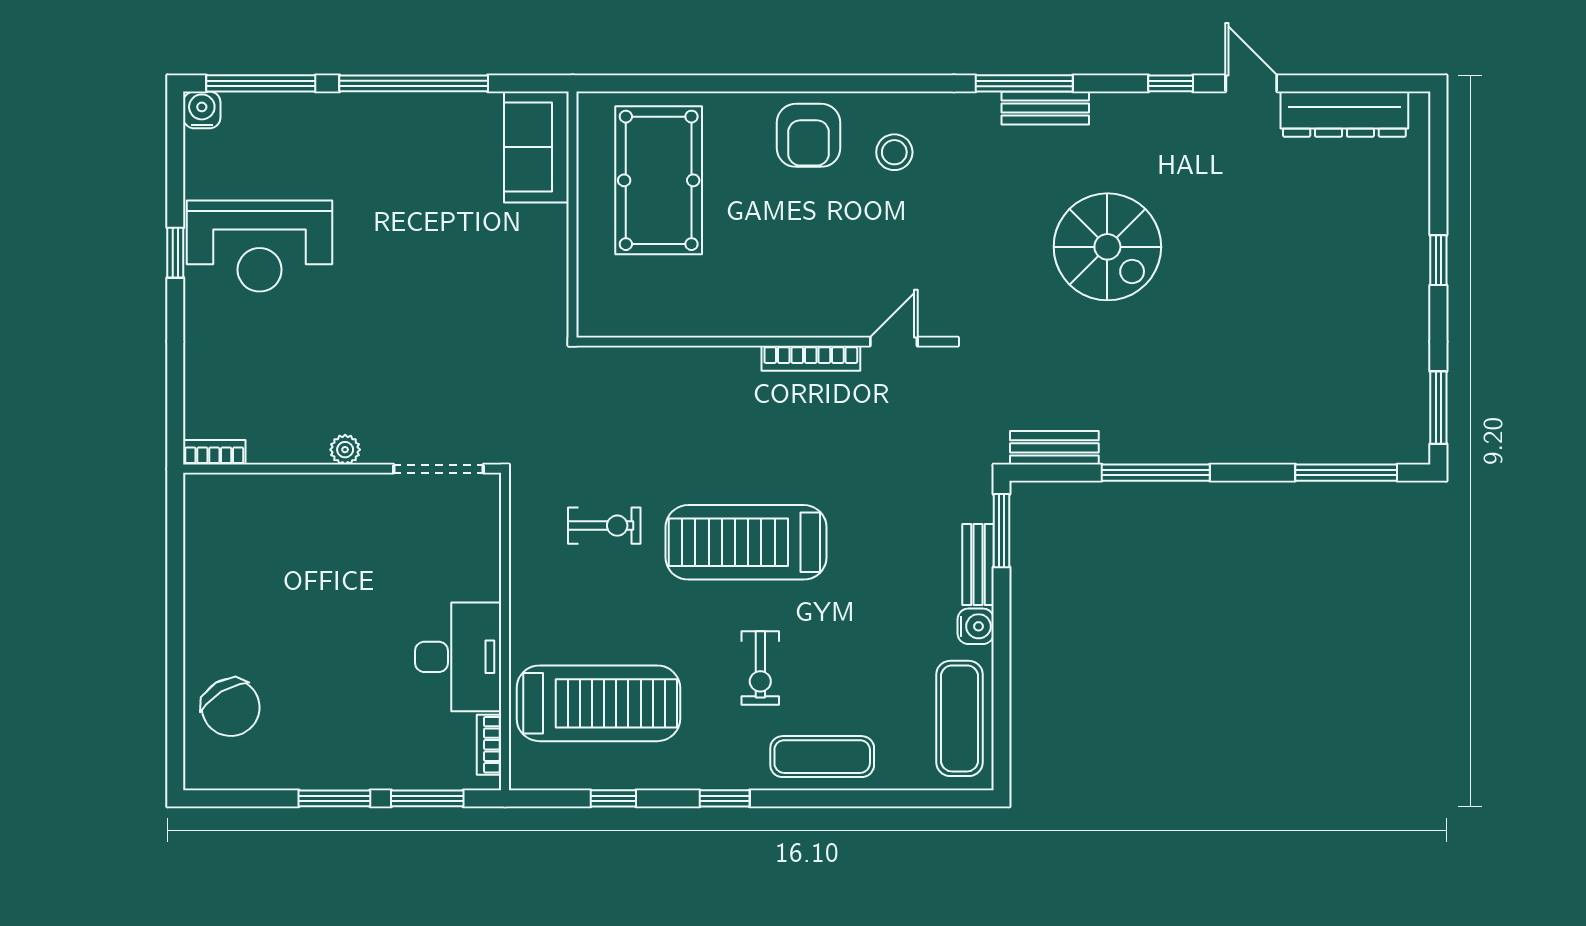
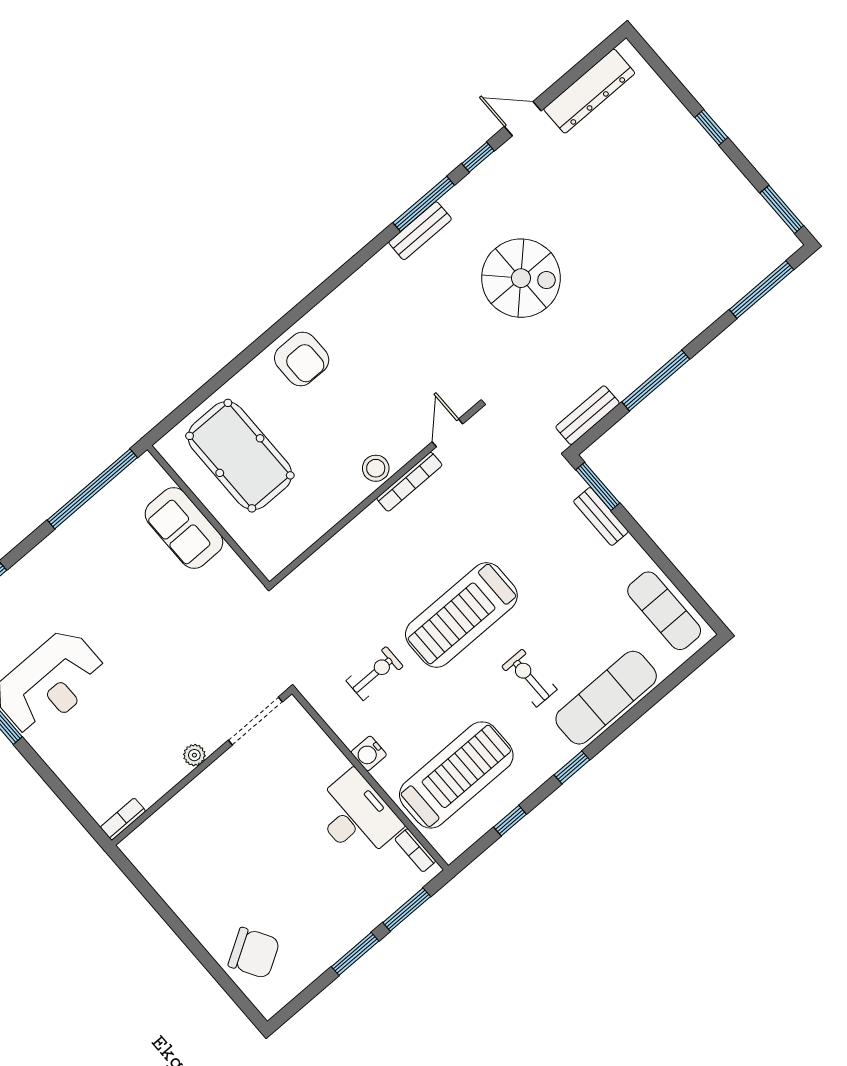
window: (414, 83) -> (92, 489), moved
window: (1024, 83) -> (424, 204), moved
sofa: (536, 147) -> (184, 528), moved
stool: (894, 152) -> (376, 468), moved
water cooler: (976, 626) -> (369, 754), moved, turned 180
exercise bike: (760, 668) -> (529, 678), turned 180
exercise mat: (822, 757) -> (606, 698), width x1.36, depth x1.45

